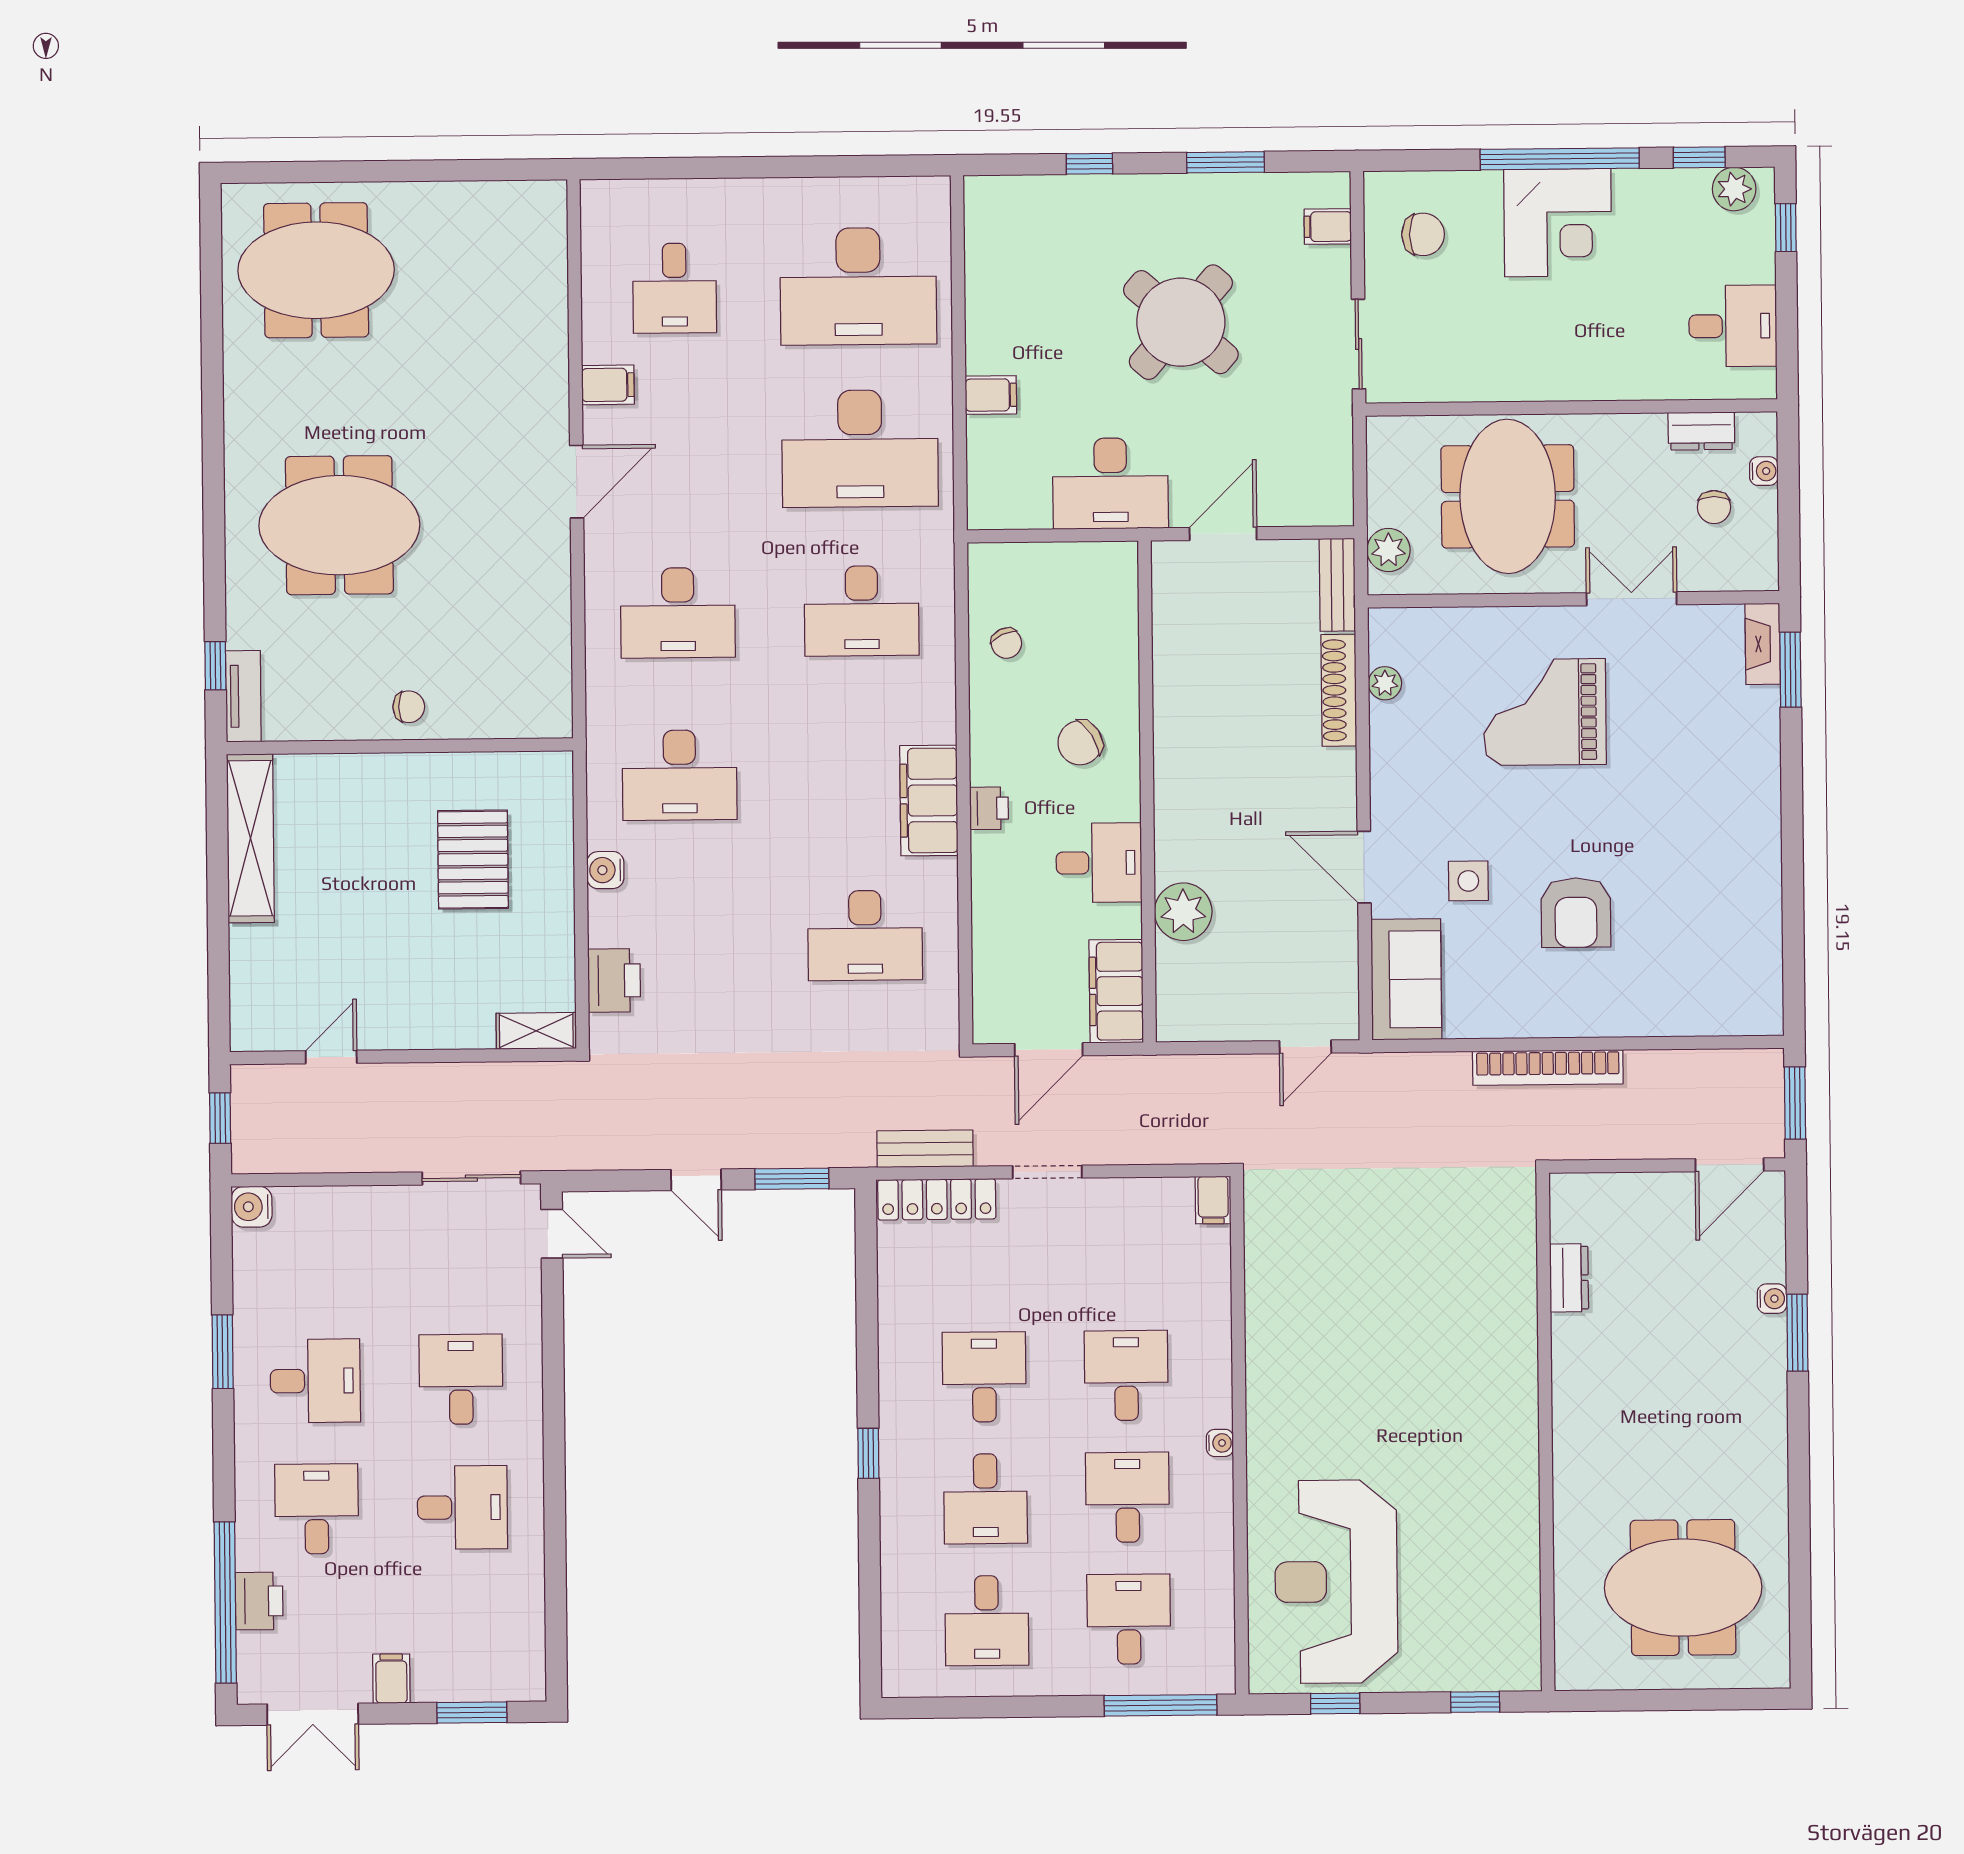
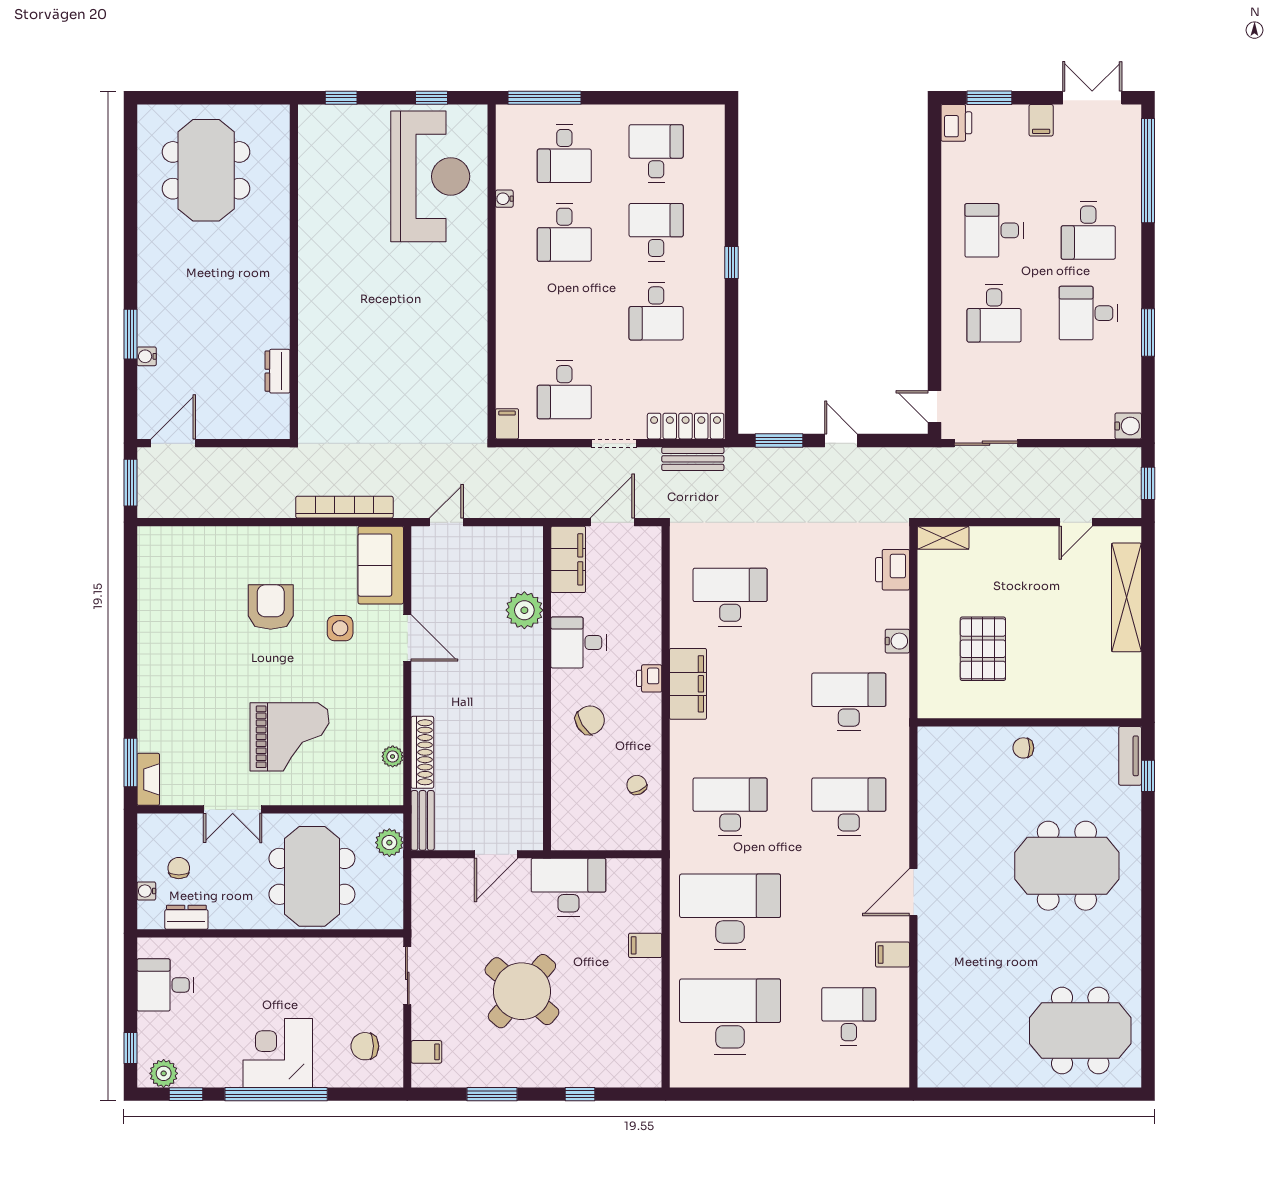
shelving: (250, 838) -> (1126, 597), moved
bookcase: (1548, 1068) -> (344, 507), moved
desk: (1126, 1375) -> (564, 390), moved
water cooler: (1220, 1443) -> (504, 199), moved
meeting table: (1683, 1588) -> (206, 170), turned 90
printer: (259, 1601) -> (956, 123), moved, turned 180

